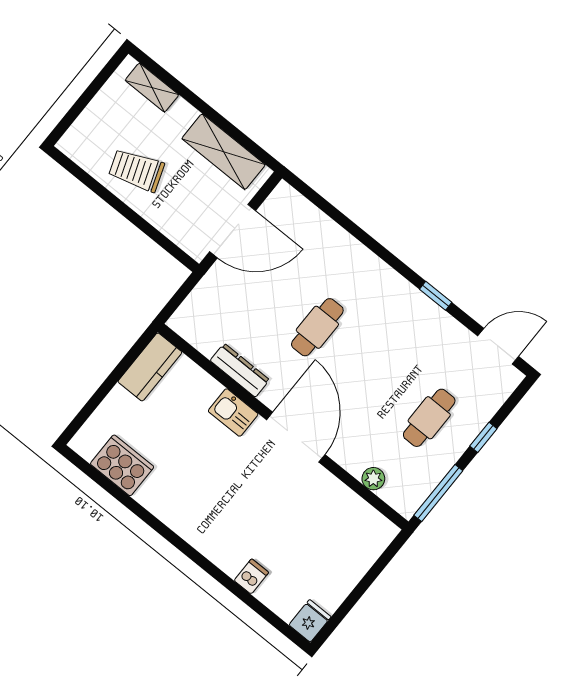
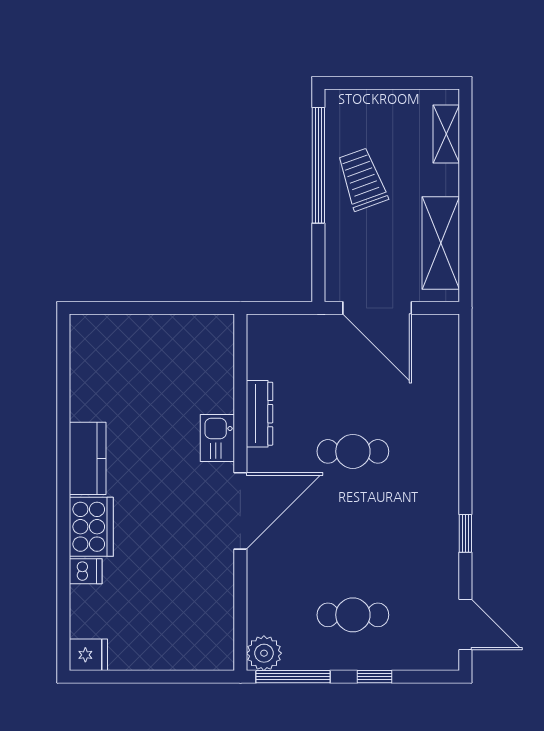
window: (103, 192) -> (318, 165), added
kitchen counter: (150, 367) -> (88, 458), moved, turned -90
cooker: (122, 465) -> (91, 527), moved
plant: (373, 479) -> (264, 653), moved, width x1.38, depth x1.38

